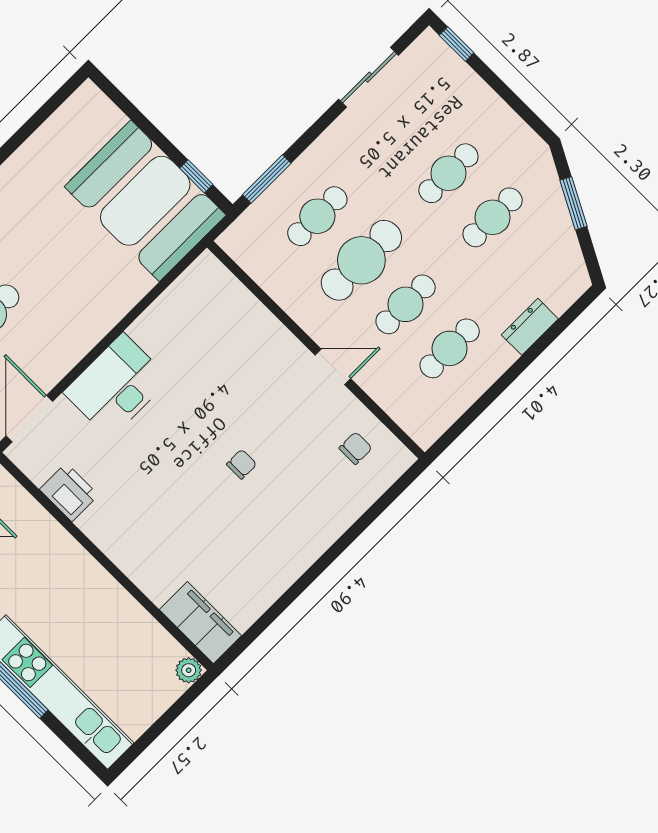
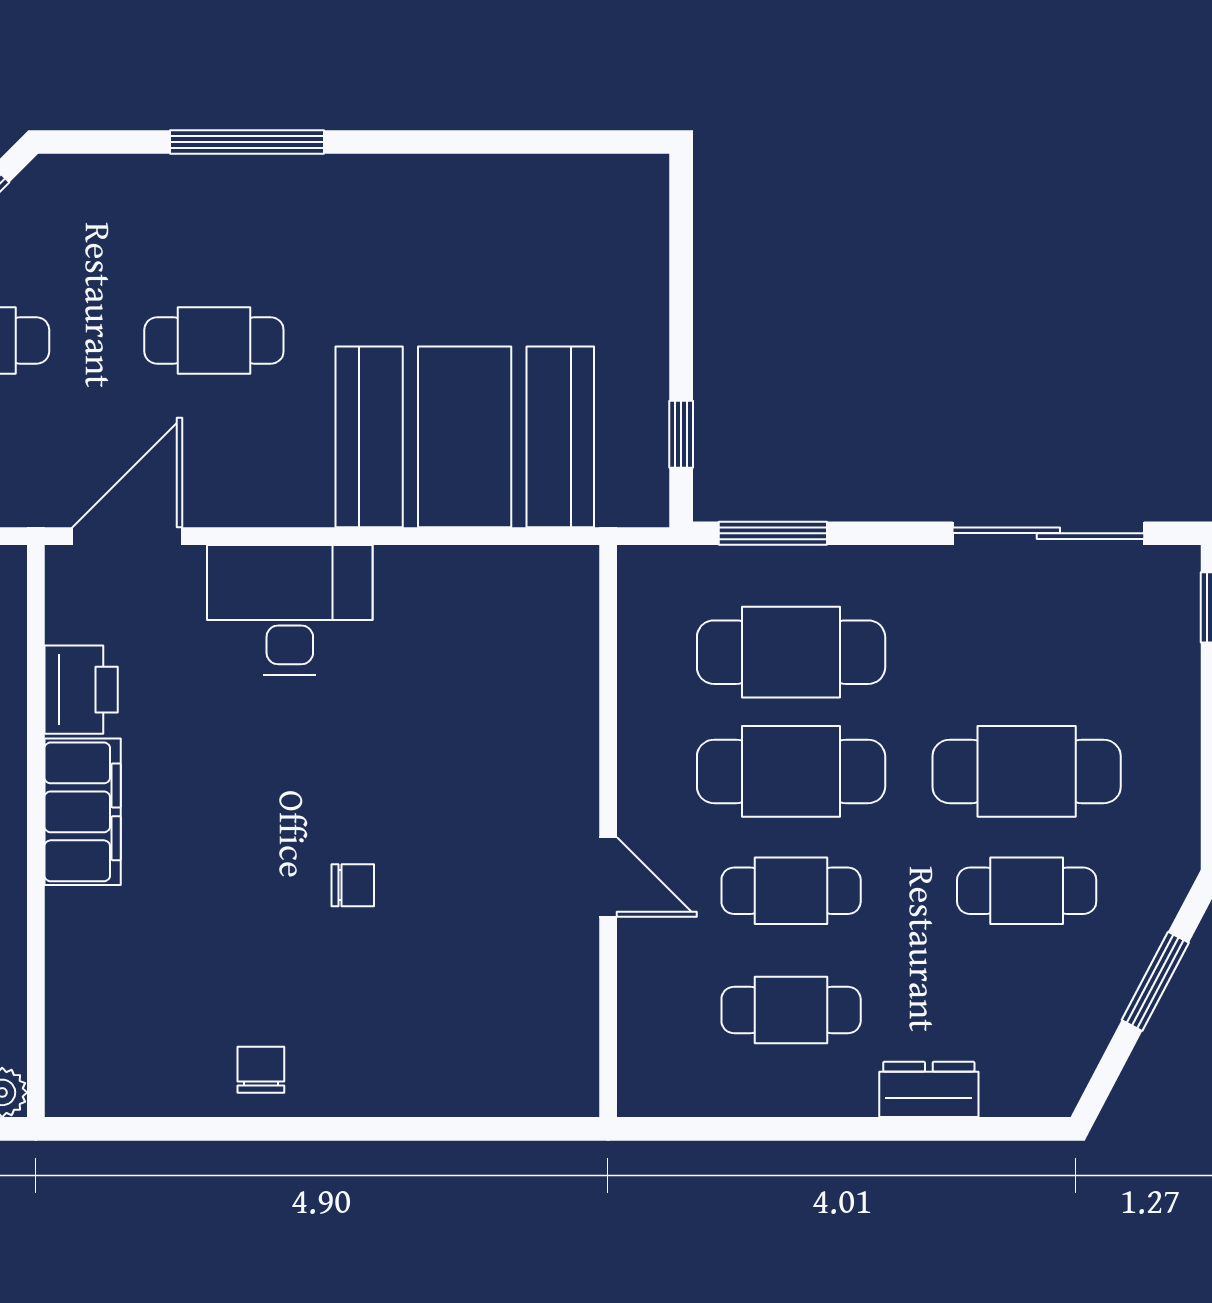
sliding door: (368, 77) -> (1048, 533), width x1.37
cafe table: (448, 173) -> (1027, 771), width x1.37, depth x1.35
booth: (145, 201) -> (465, 437), moved, turned 90
cafe table: (317, 216) -> (791, 652), width x1.37, depth x1.35
chair: (356, 448) -> (261, 1070), moved, turned -90
filing cabinet: (200, 623) -> (83, 812), moved

